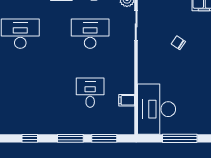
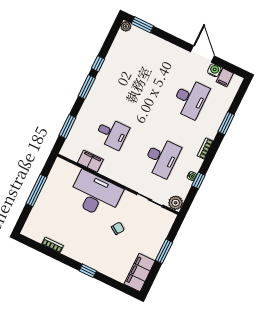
filing cabinet: (127, 100) -> (90, 161), width x2.00
desk: (157, 109) -> (95, 195), moved
window: (70, 138) -> (87, 87), moved

